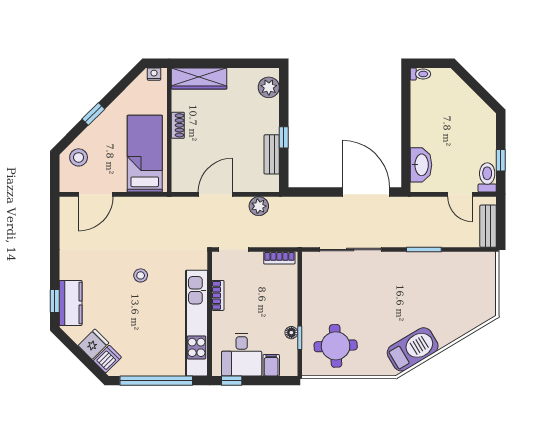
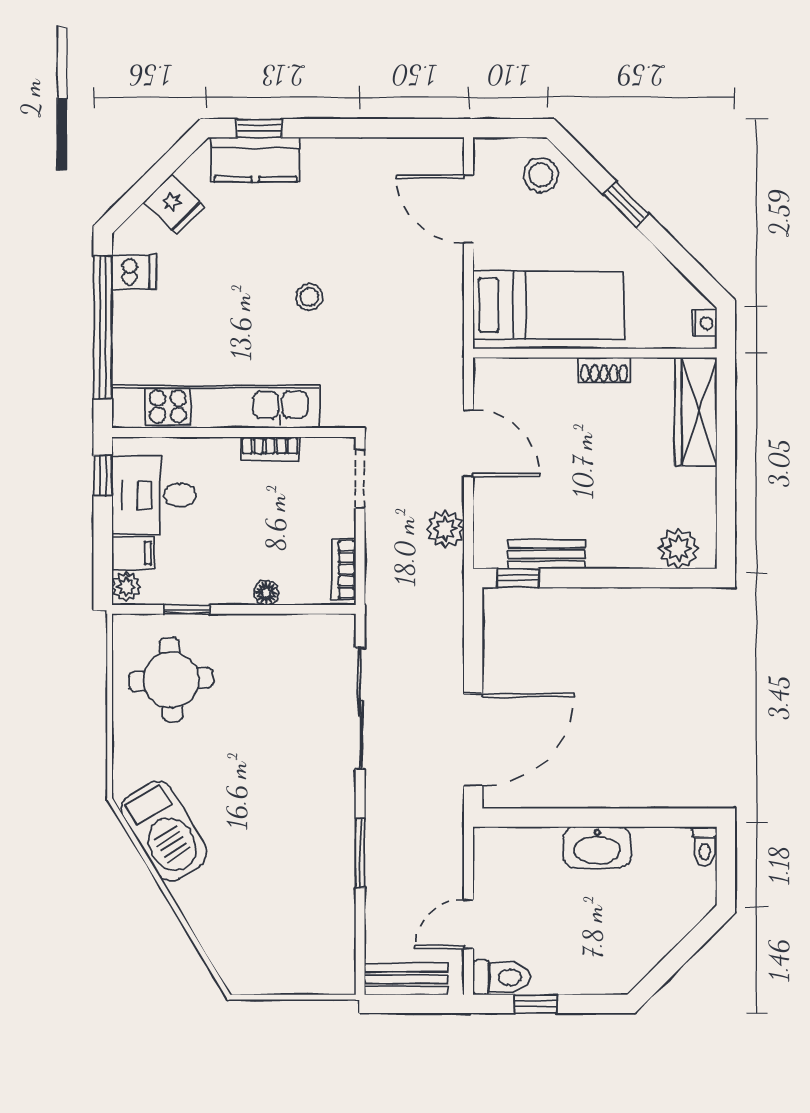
window: (284, 137) -> (518, 578), moved
washbasin: (421, 165) -> (597, 847), moved
floor lamp: (291, 333) -> (266, 593), moved
dishwasher: (107, 359) -> (134, 272), moved, turned -45
plant: (288, 369) -> (126, 587), added

